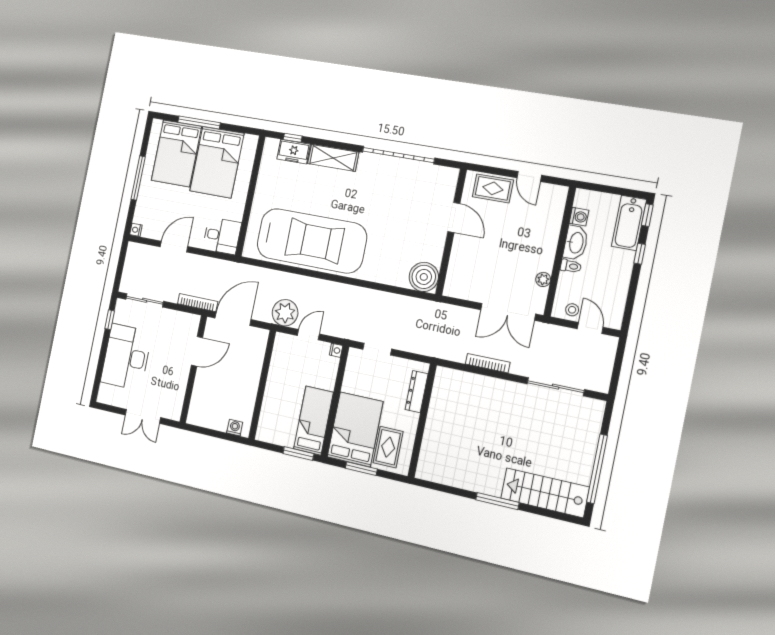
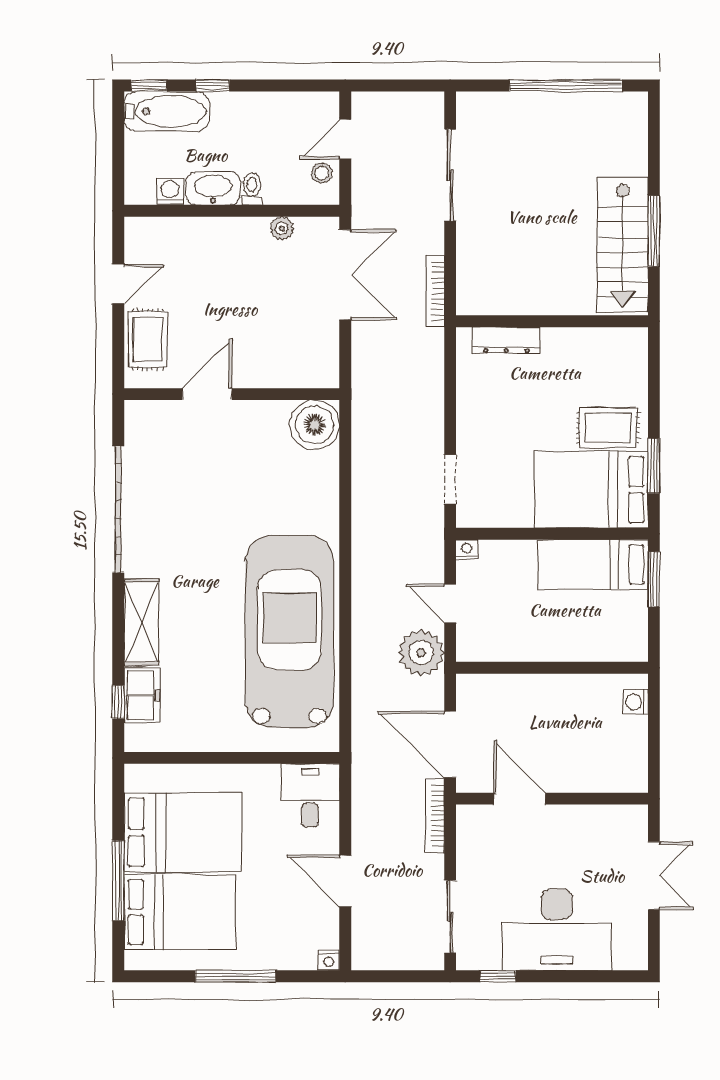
dresser: (417, 392) -> (506, 340), moved
wall: (422, 421) -> (552, 321), moved
stairs: (545, 493) -> (623, 245), moved

